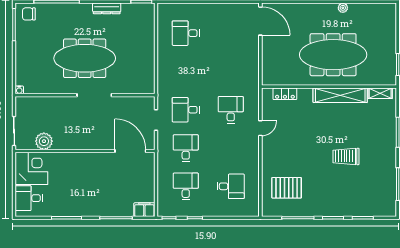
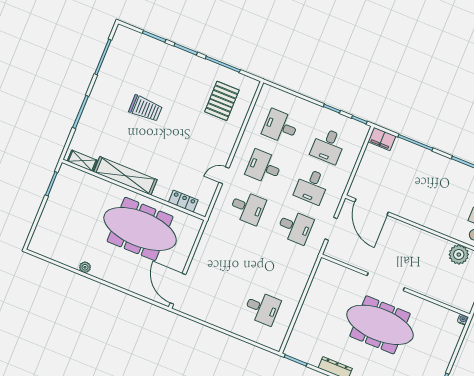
meeting table: (333, 55) -> (140, 229), moved
desk: (231, 110) -> (247, 208), turned -90
desk: (231, 148) -> (264, 167), added
pallet: (287, 188) -> (222, 101), turned 90

